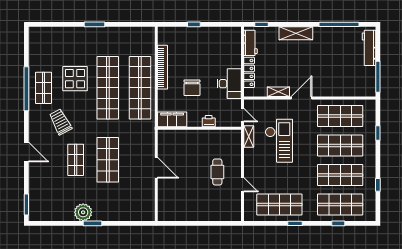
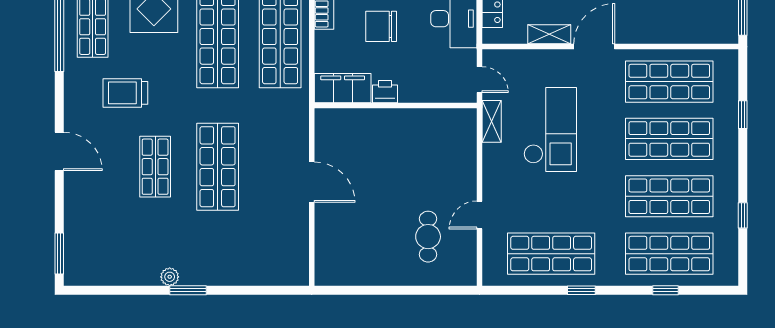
chair: (192, 88) -> (381, 26), turned 90
printer: (209, 121) -> (385, 92), moved
trolley: (60, 122) -> (125, 93), turned -62
cafe table: (217, 172) -> (428, 237), moved
door: (242, 185) -> (479, 215), swing flipped
plant: (83, 212) -> (170, 277), width x0.53, depth x0.53

